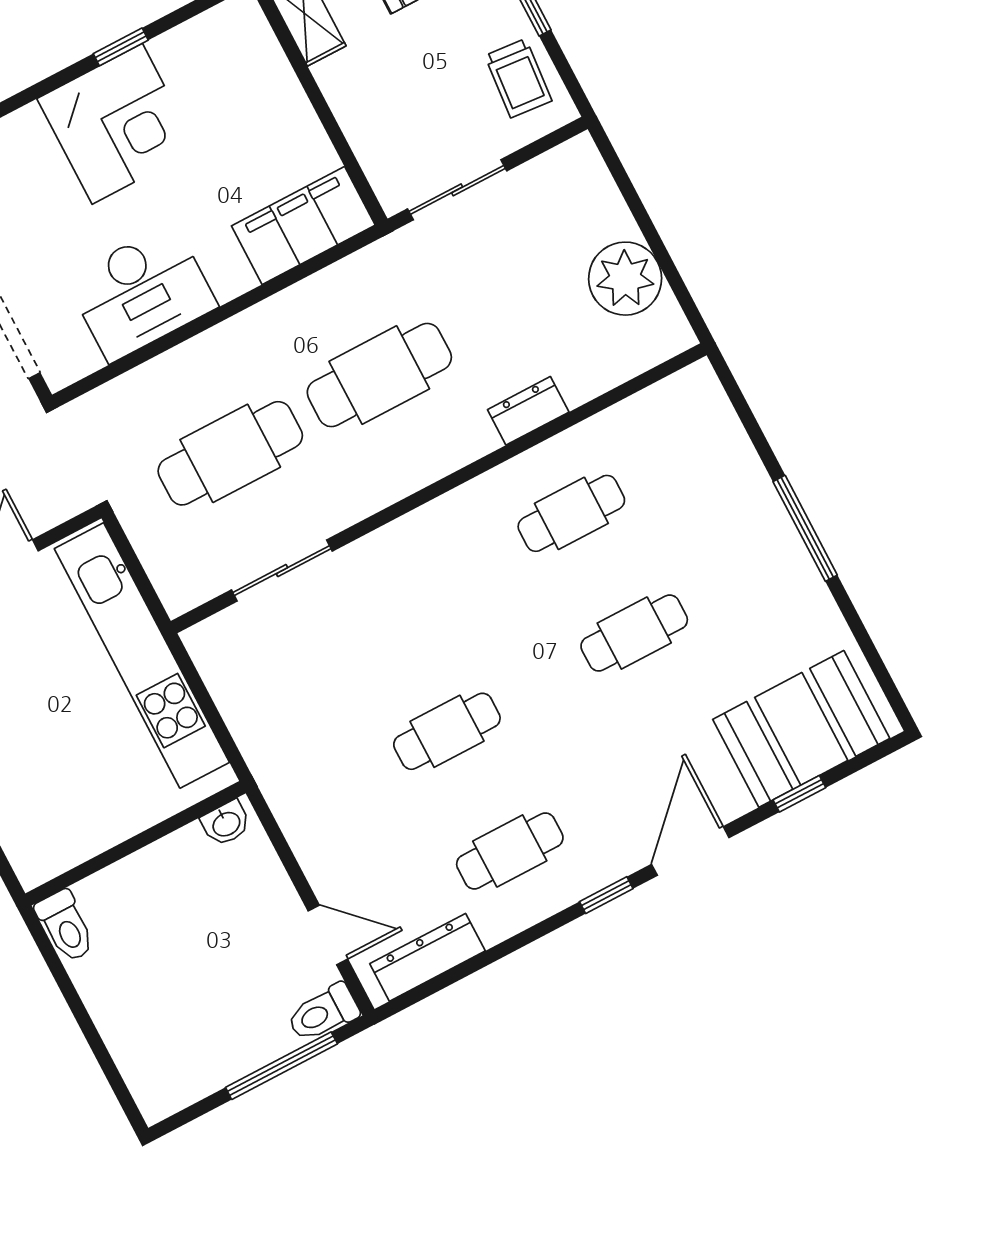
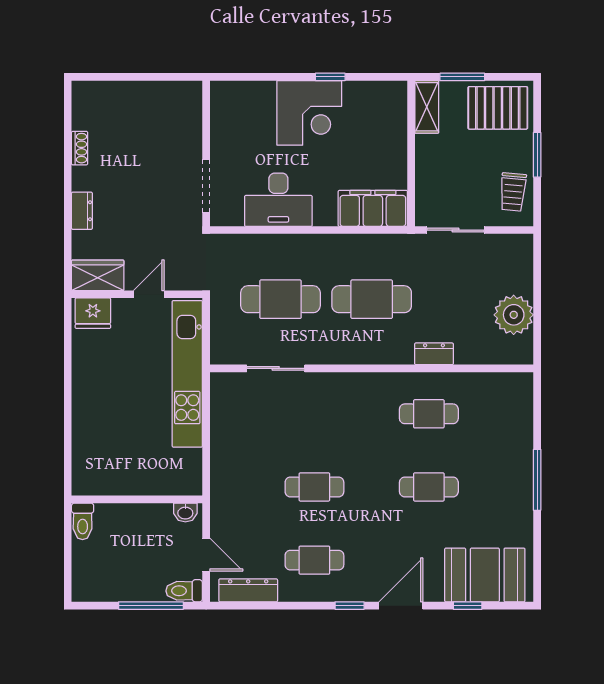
washbasin: (226, 823) -> (185, 512), moved
wall: (135, 843) -> (137, 499), moved
toilet: (66, 926) -> (83, 521), moved

